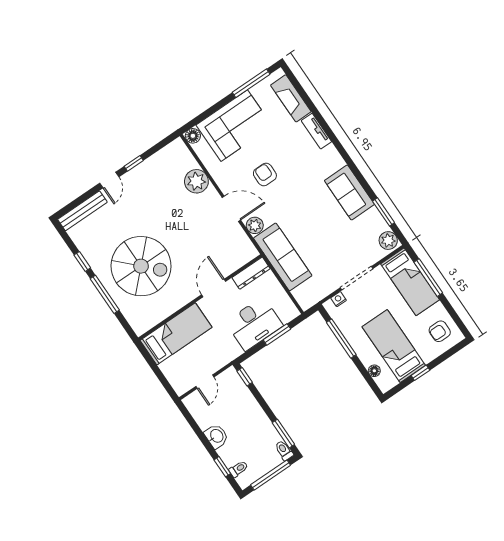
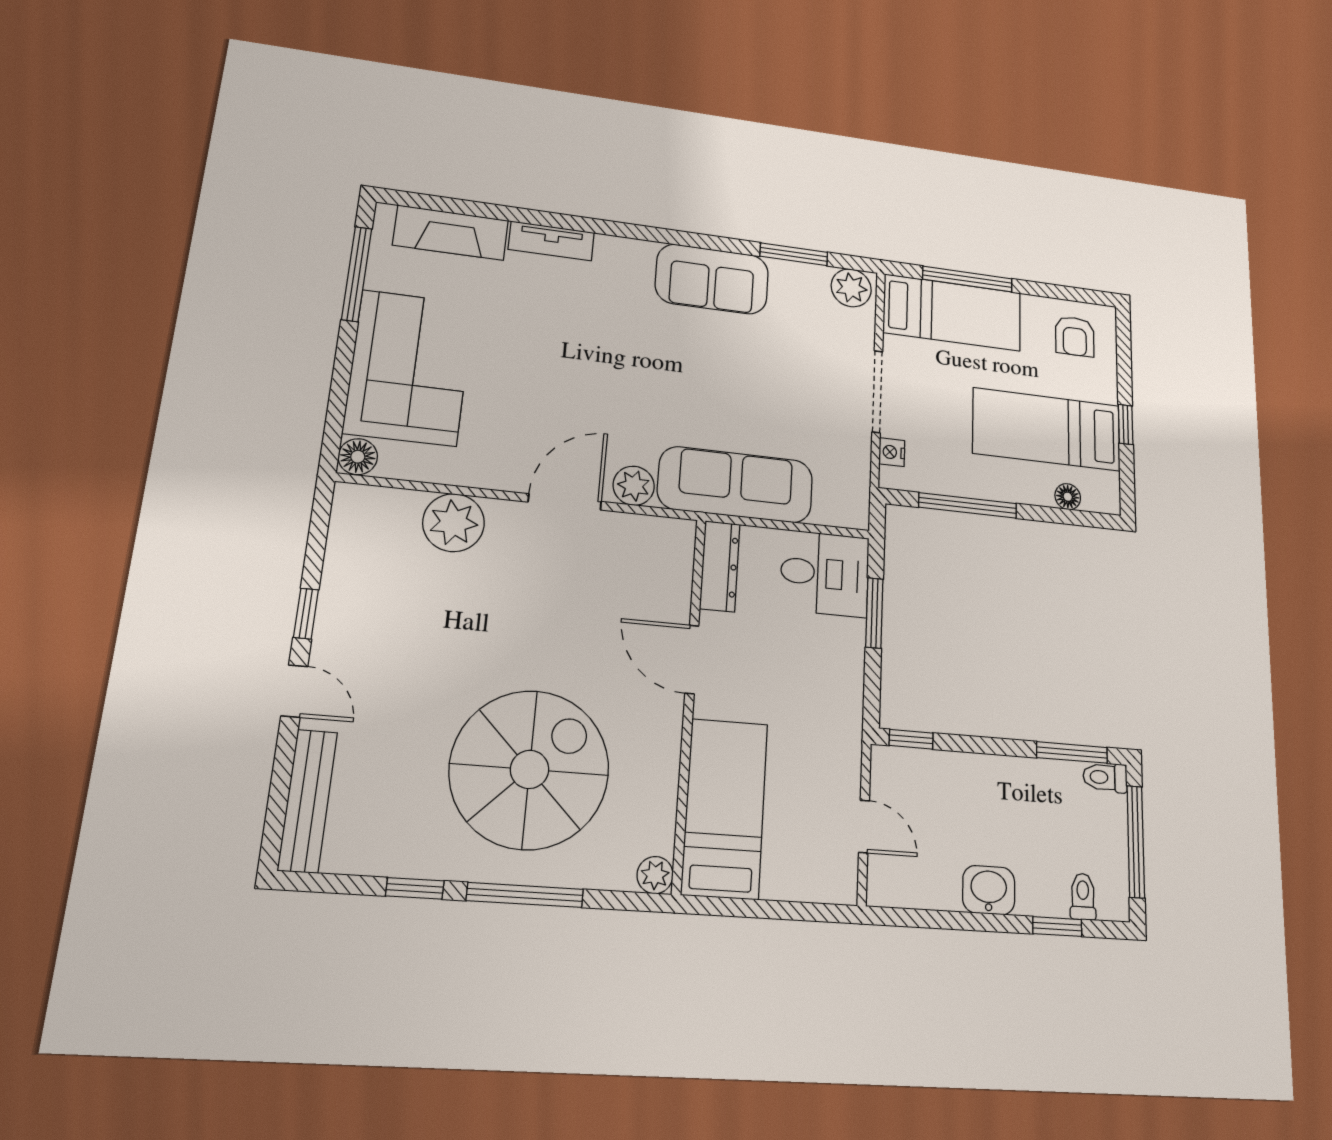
armchair: (265, 175) -> (552, 390), removed
desk: (254, 324) -> (825, 573), moved, width x0.73
plant: (140, 328) -> (655, 875), added

